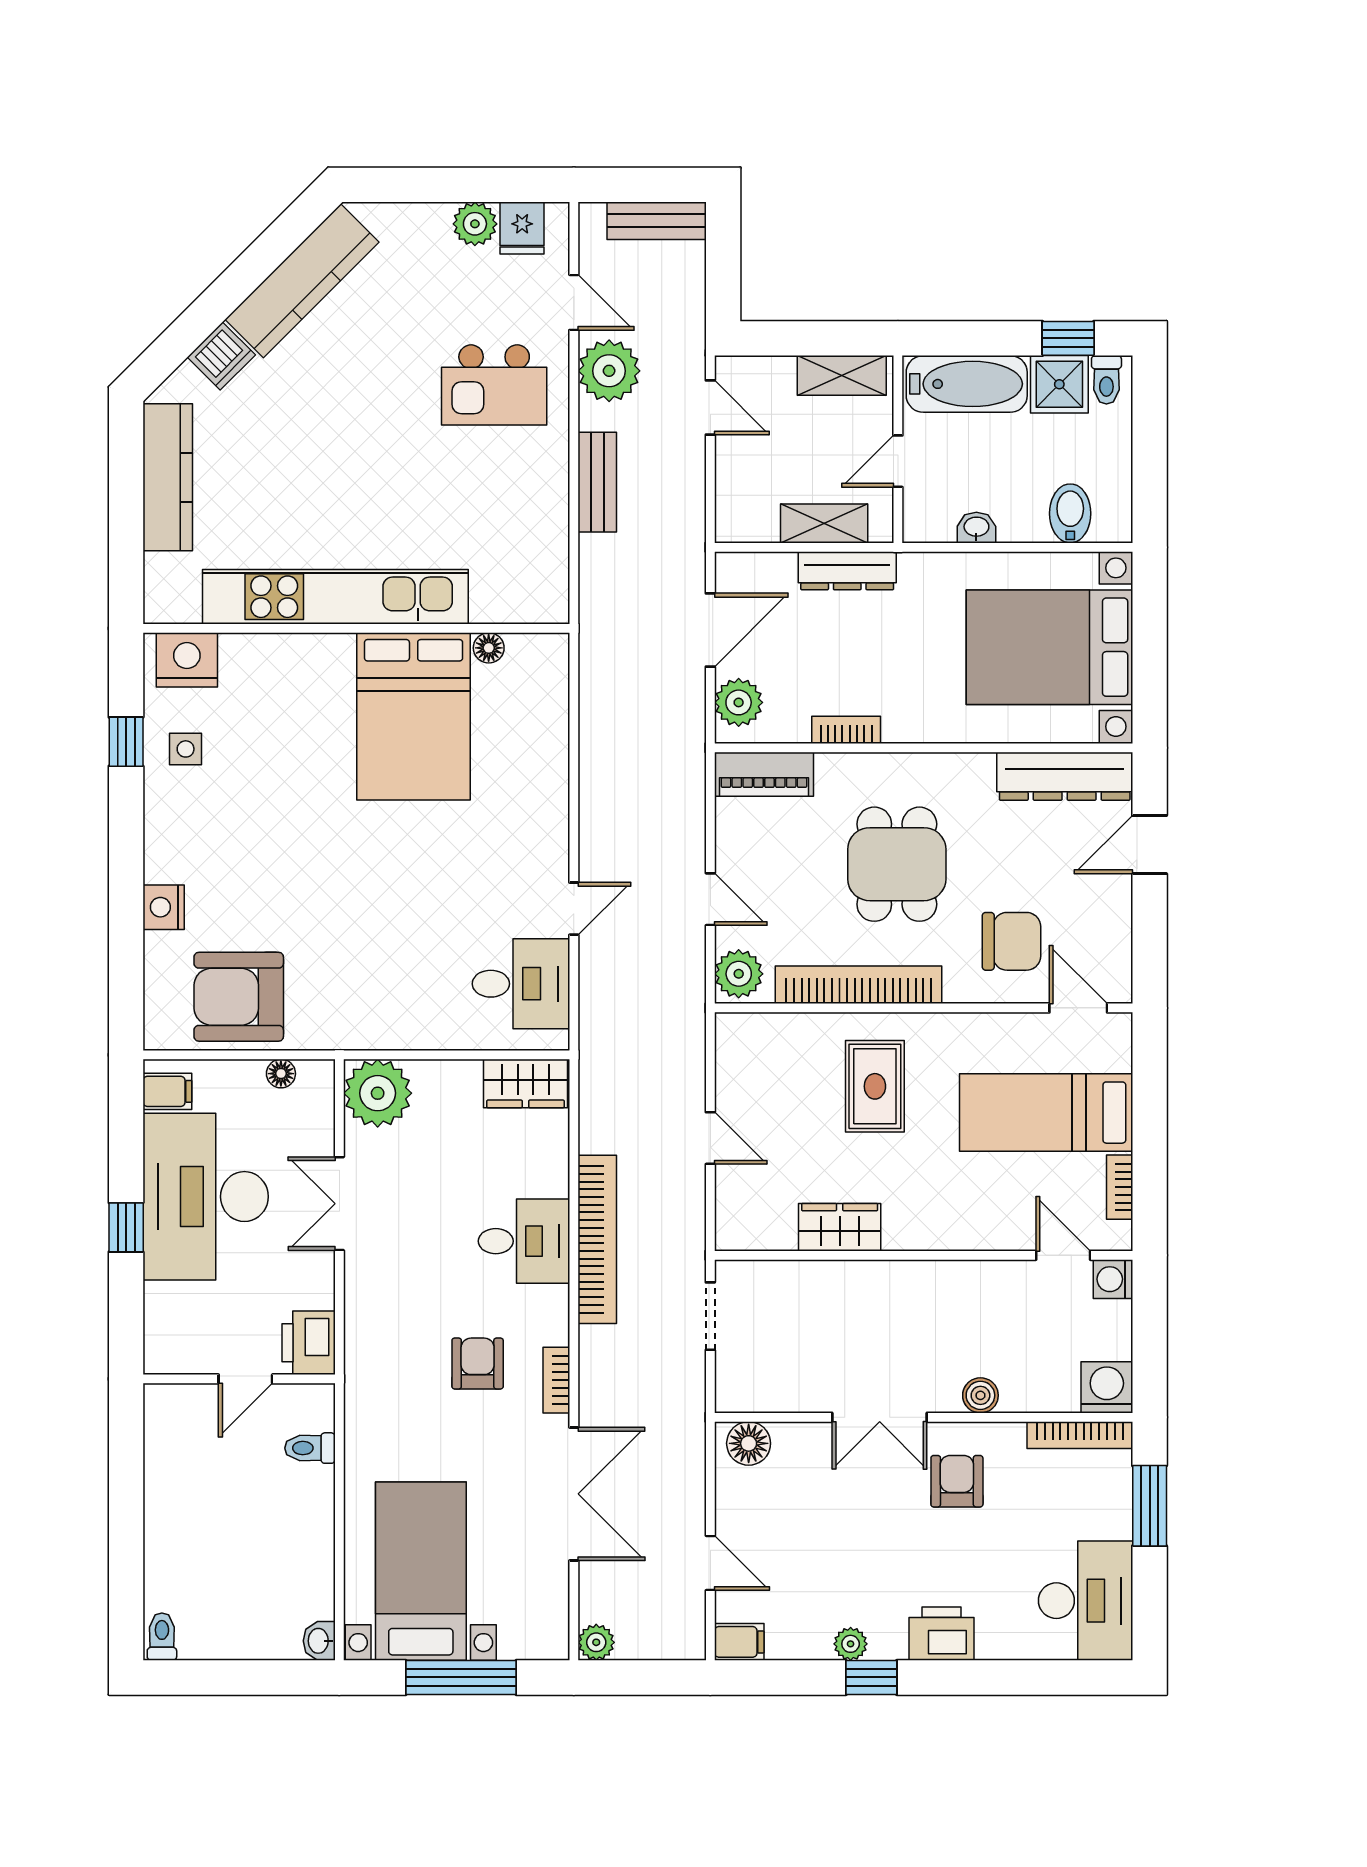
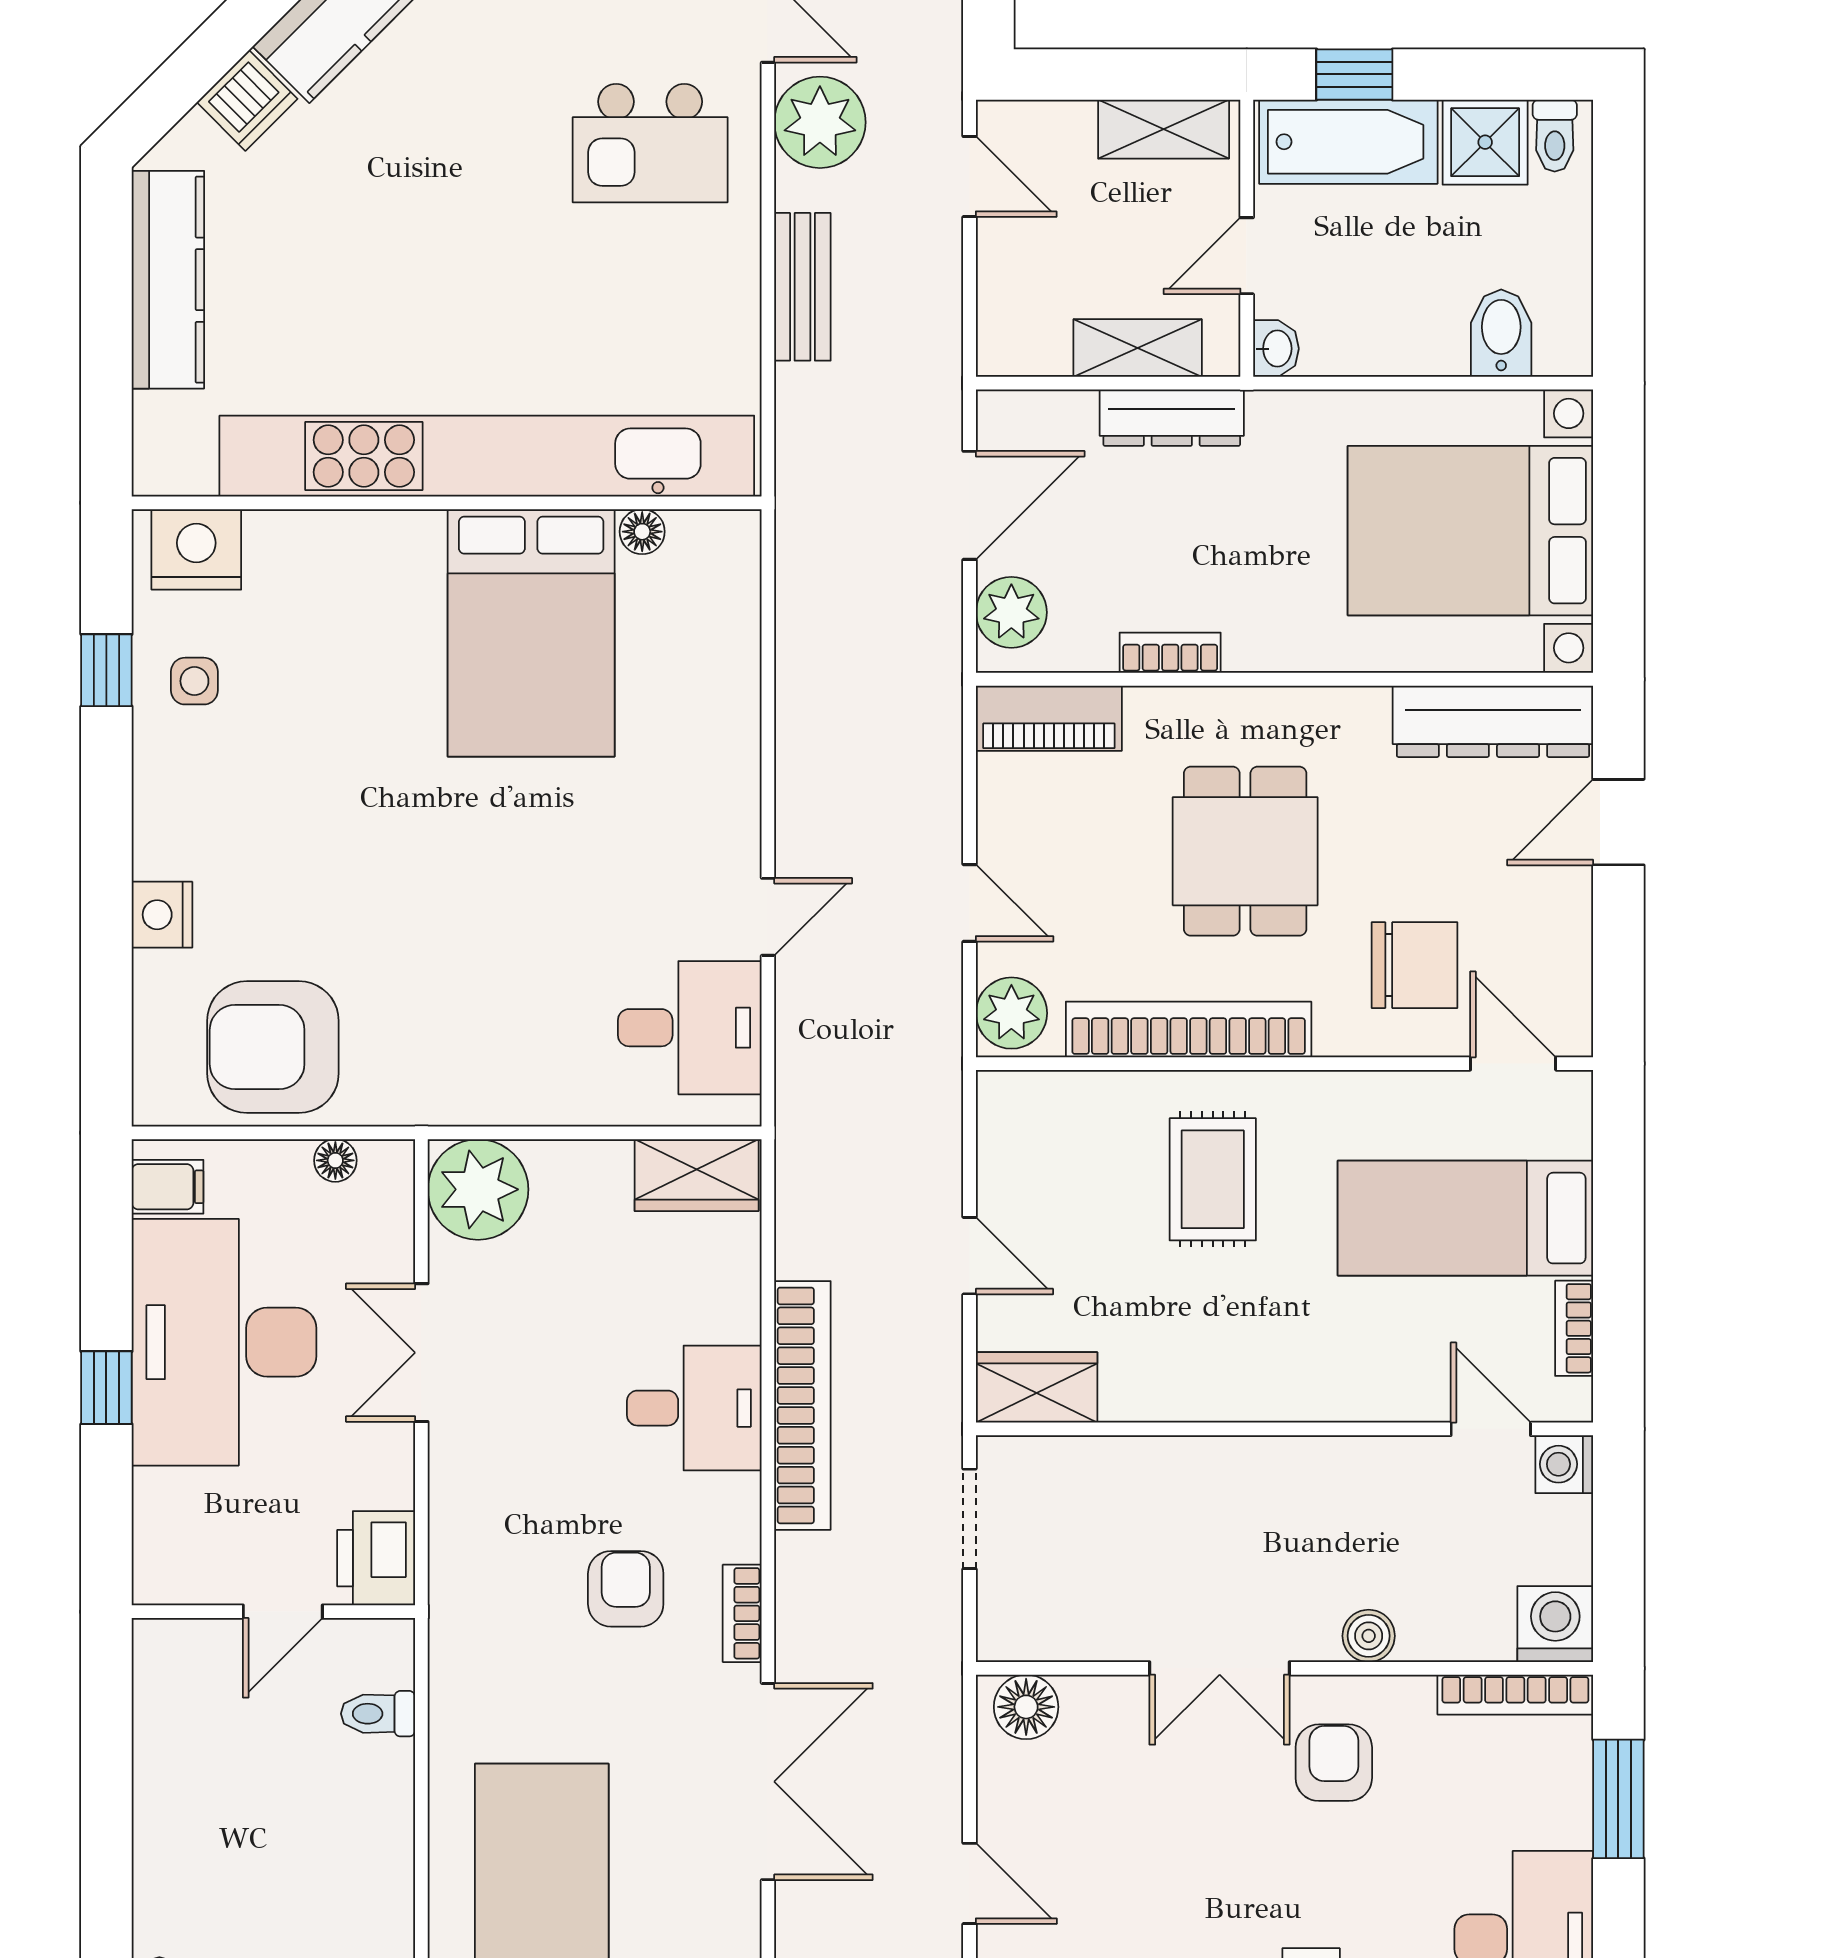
window: (1068, 338) -> (1354, 74), moved
washbasin: (976, 528) -> (1276, 349), moved, turned 90
kitchen unit: (335, 597) -> (487, 456), width x1.36
wardrobe: (840, 1227) -> (1037, 1387), moved

